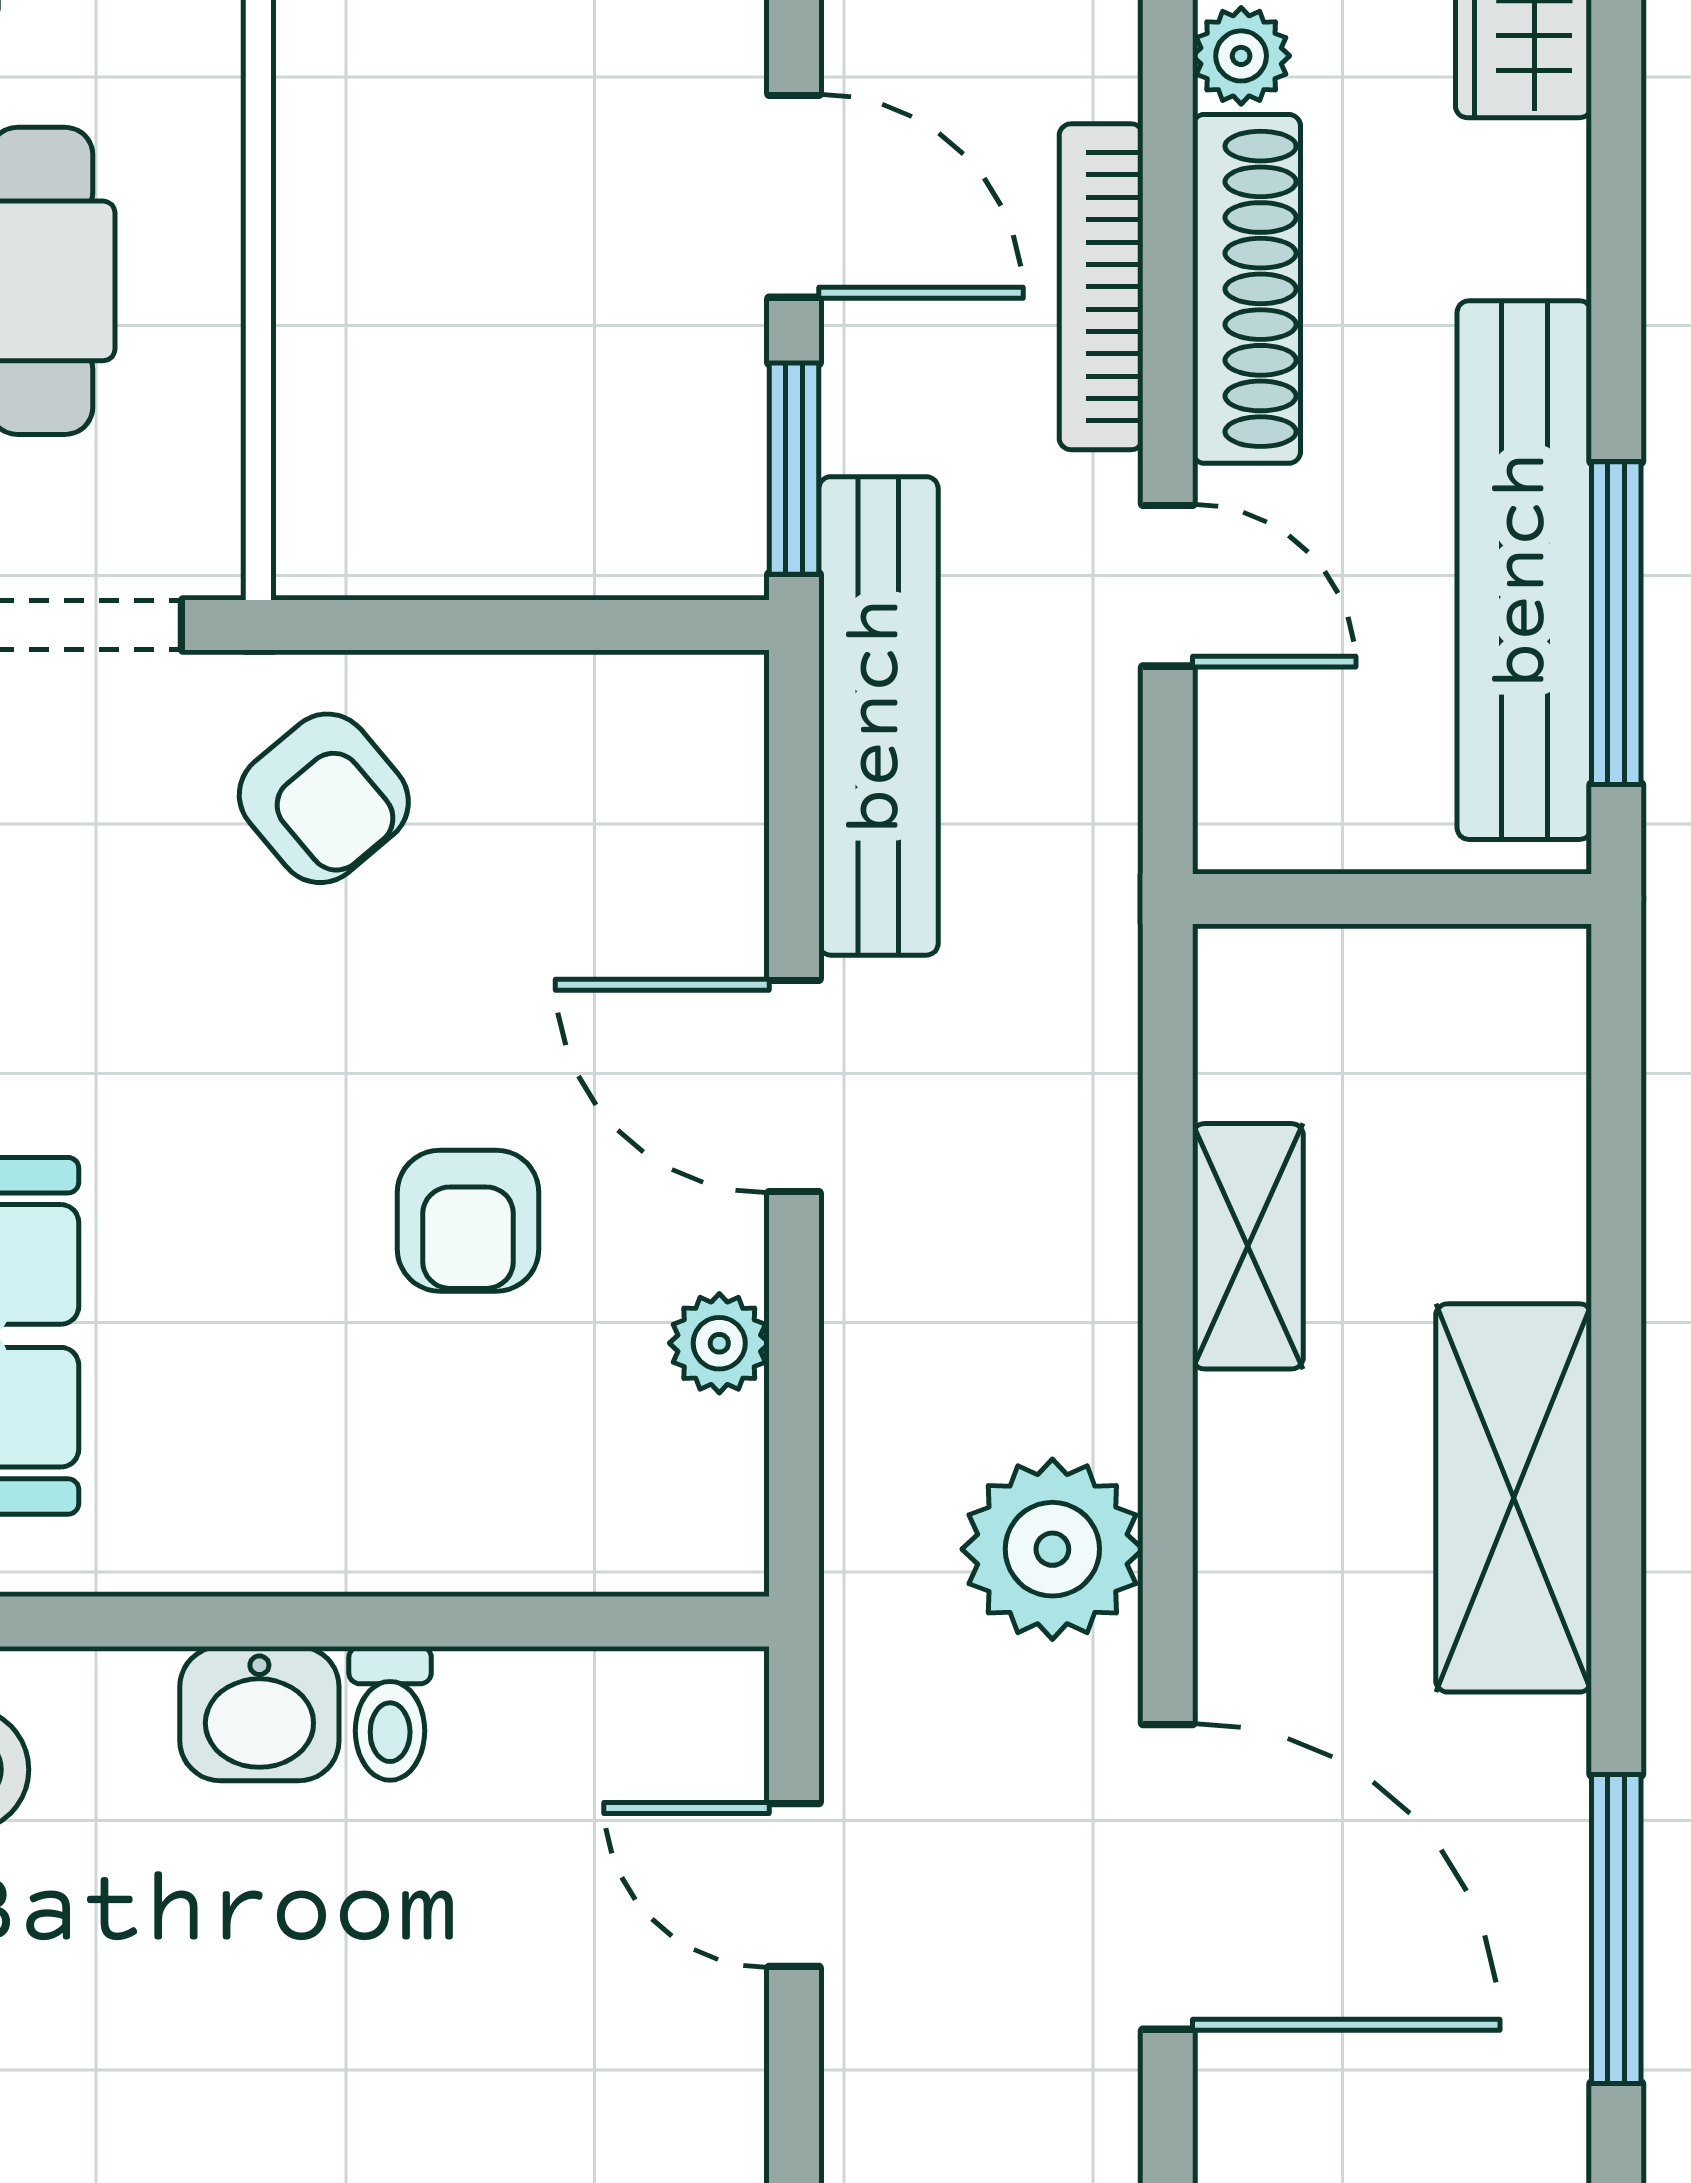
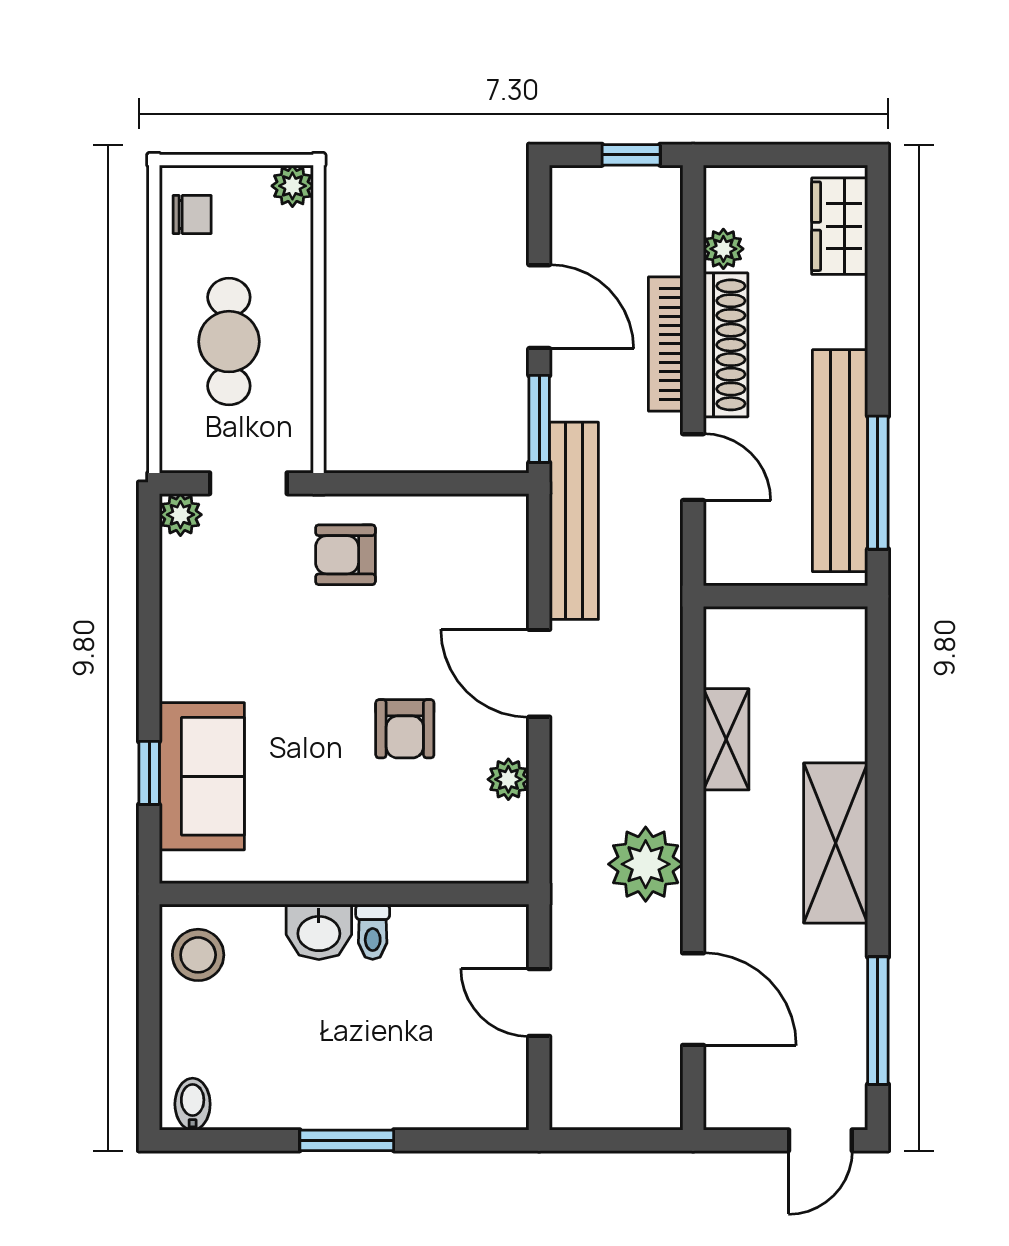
armchair: (324, 798) -> (345, 555), turned 130
door: (1168, 1877) -> (693, 999), width x0.73

